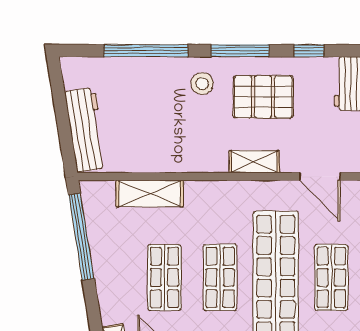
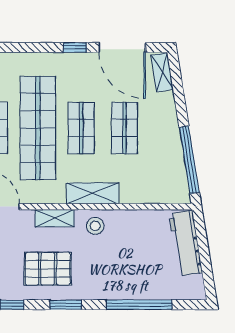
window: (240, 51) -> (66, 305), width x0.69
stool: (202, 84) -> (95, 226), moved
shelving: (150, 194) -> (93, 193), moved

